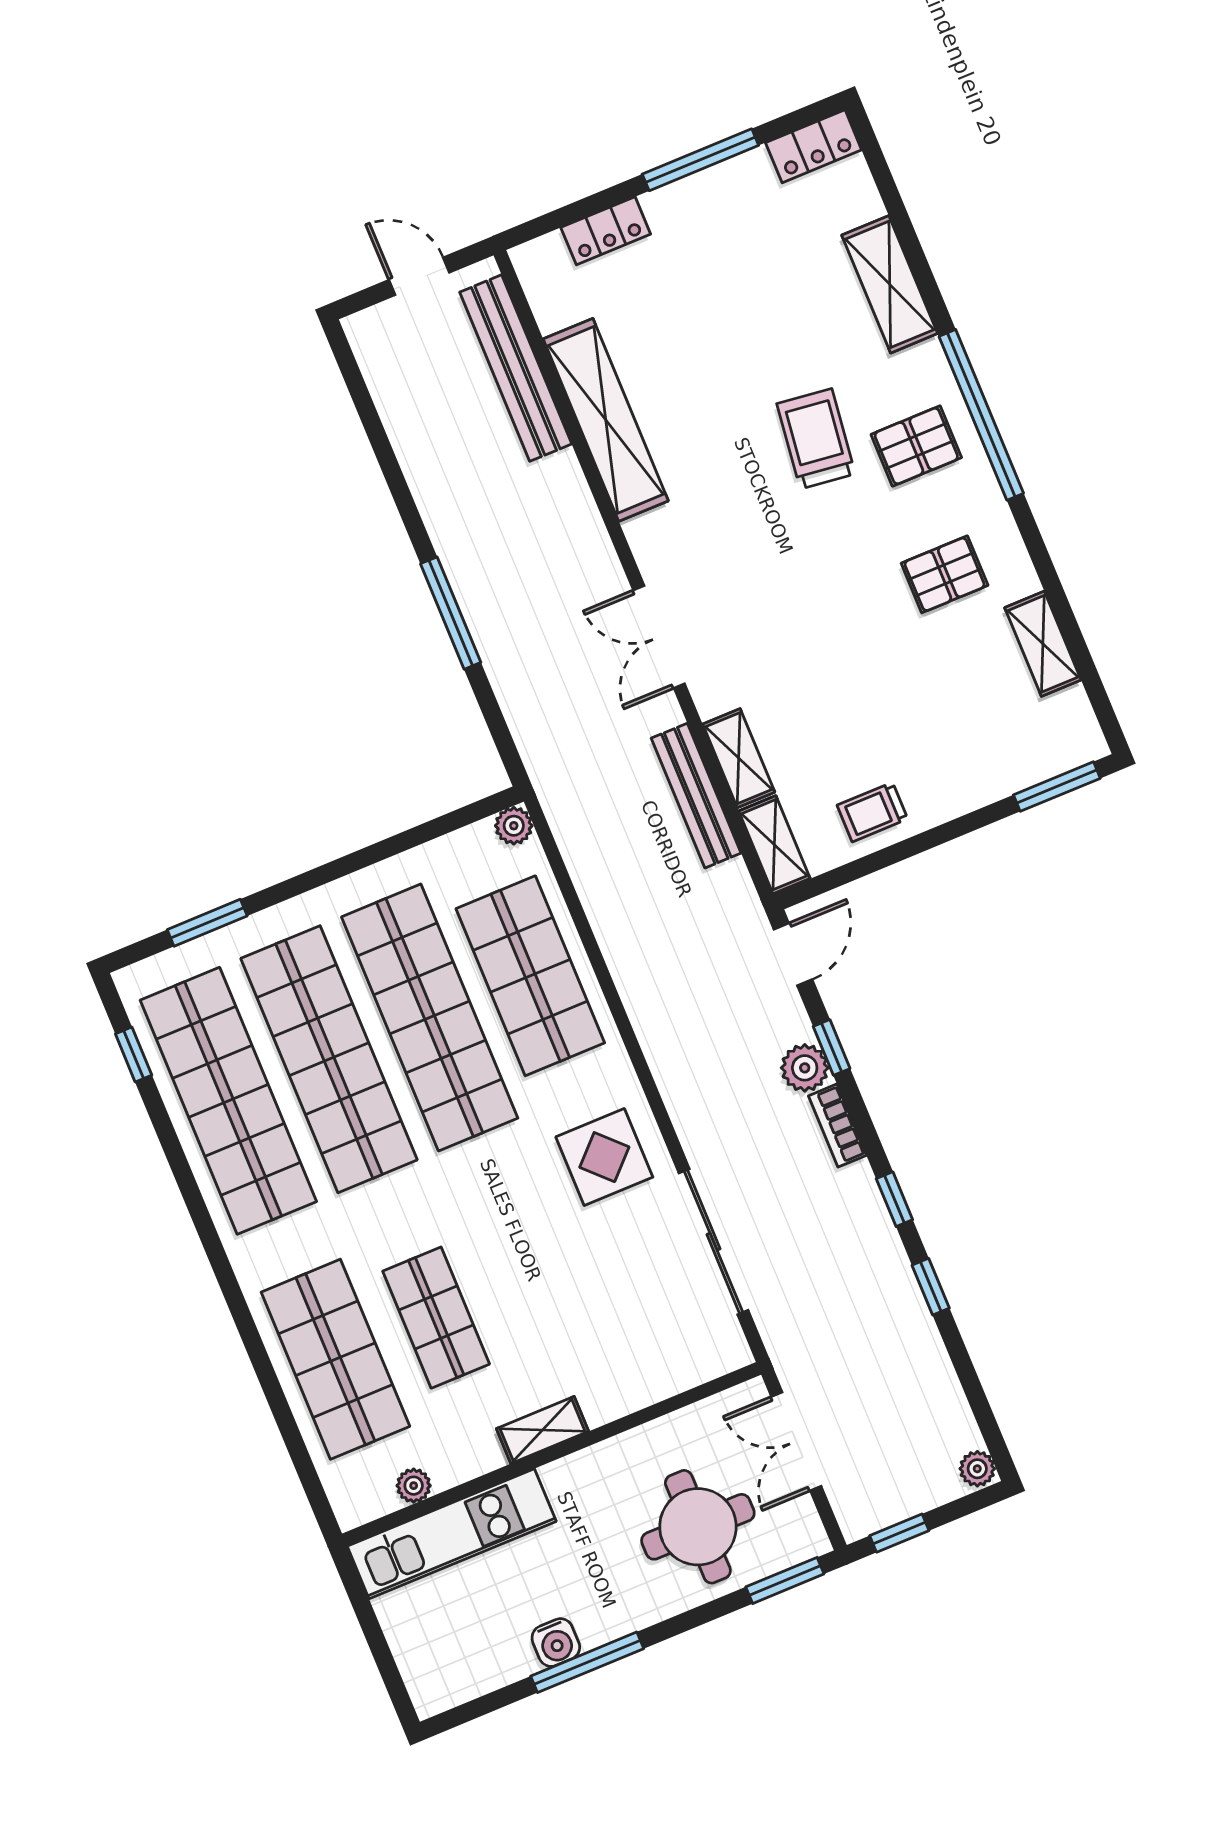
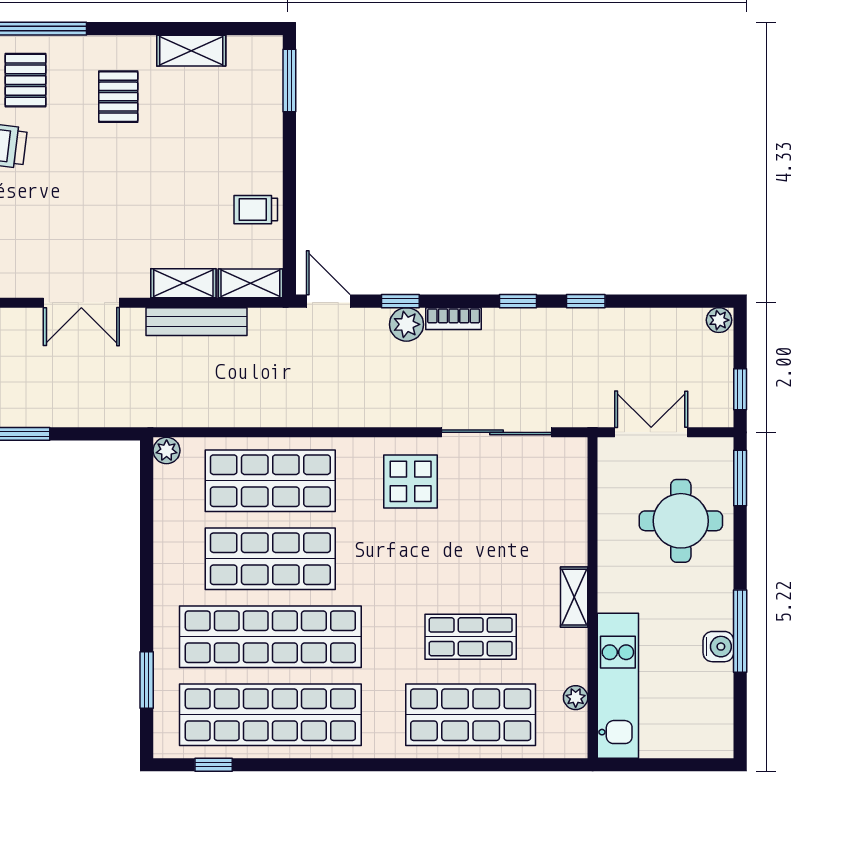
trolley: (872, 812) -> (256, 210), turned 90
shop shelf: (430, 1017) -> (270, 559), width x0.71
double door: (796, 1441) -> (651, 432), swing flipped

